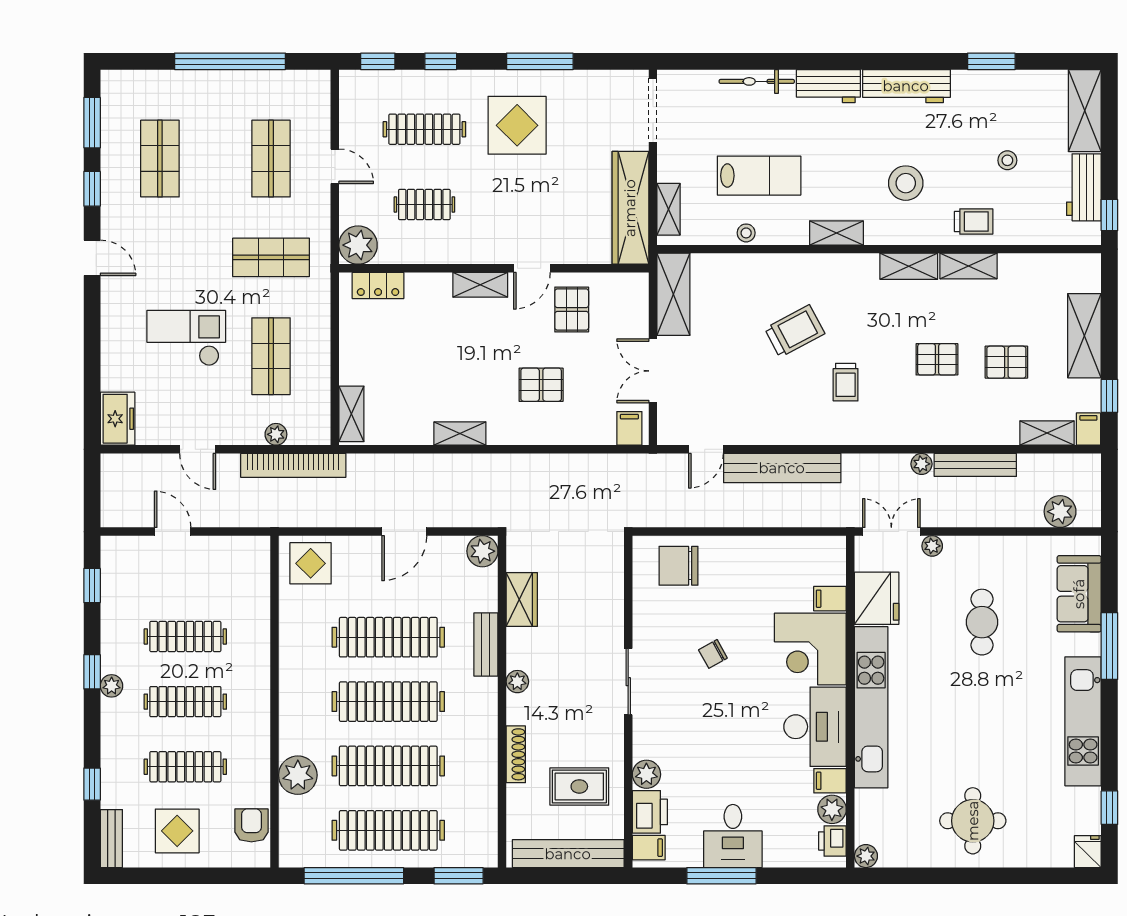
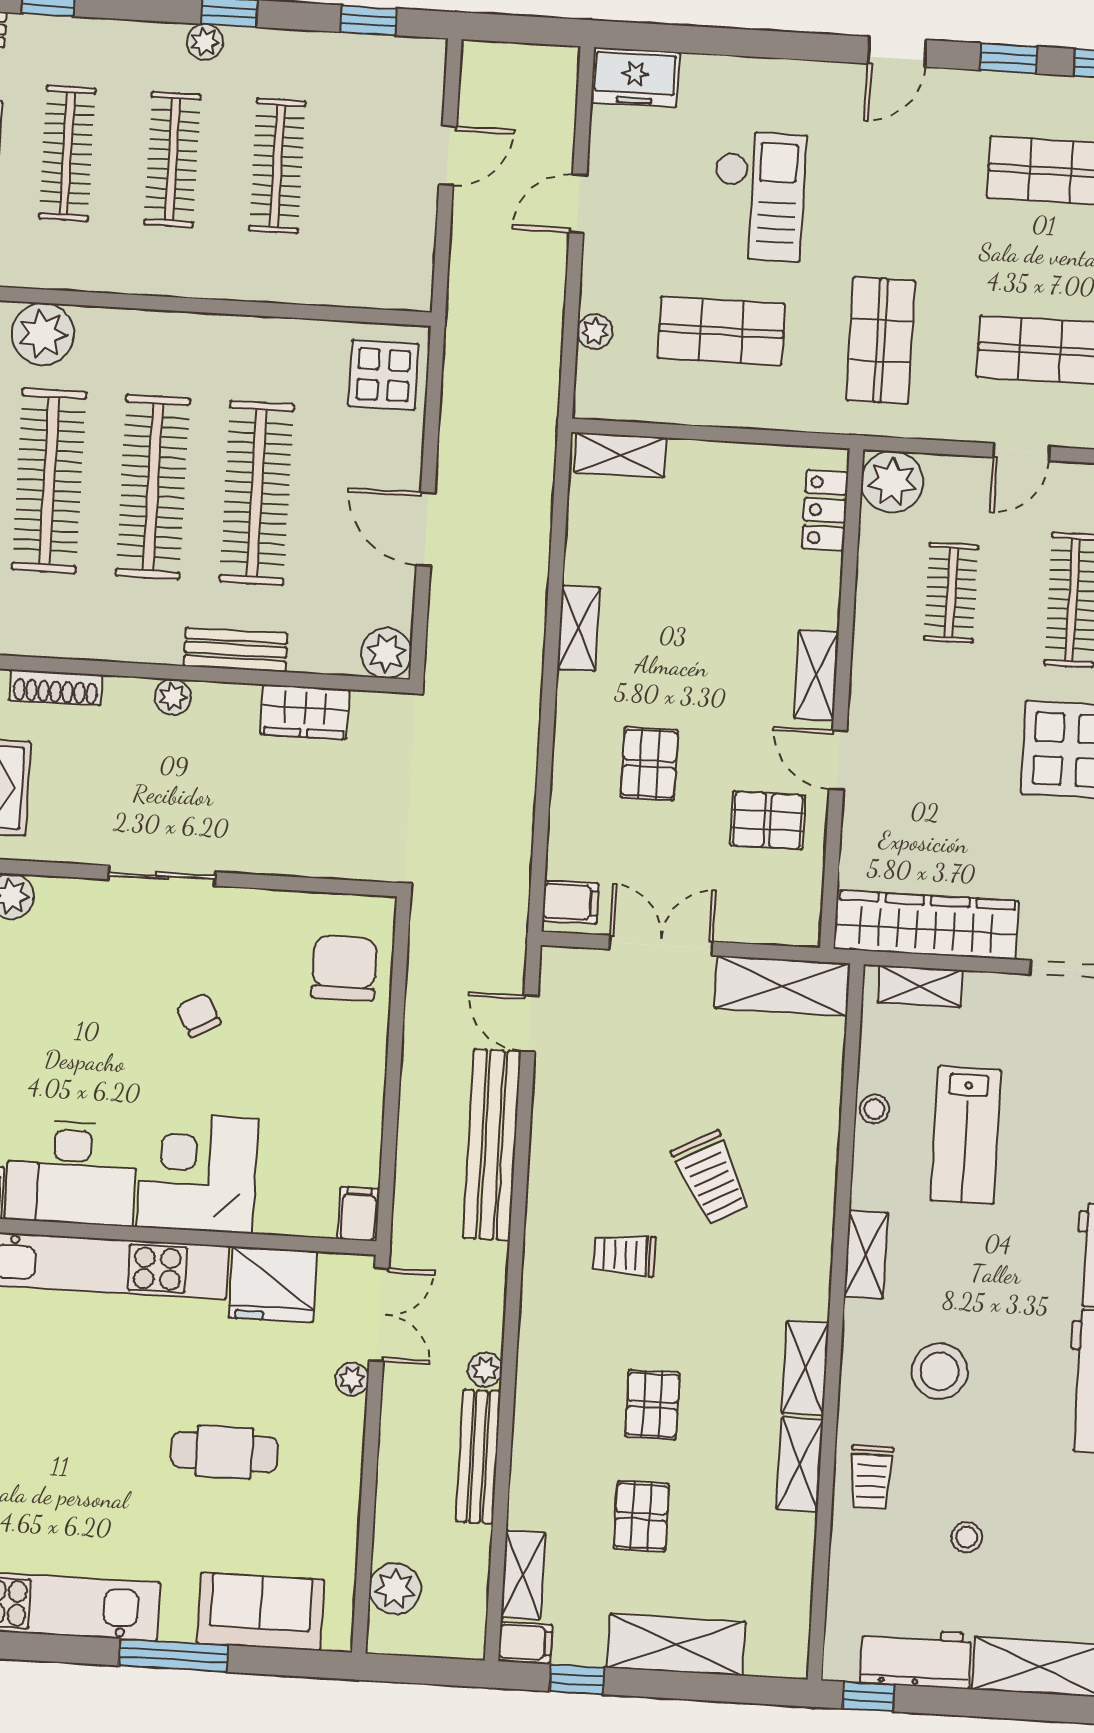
bookcase: (293, 465) -> (543, 356), removed
filing cabinet: (830, 599) -> (358, 1214), moved

